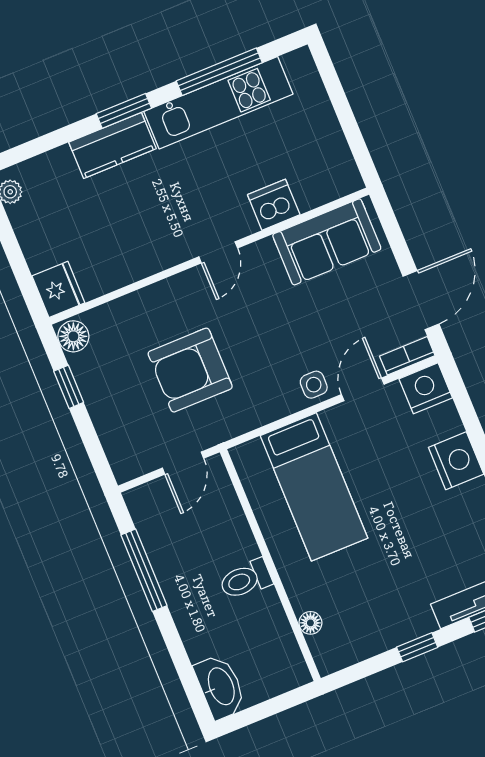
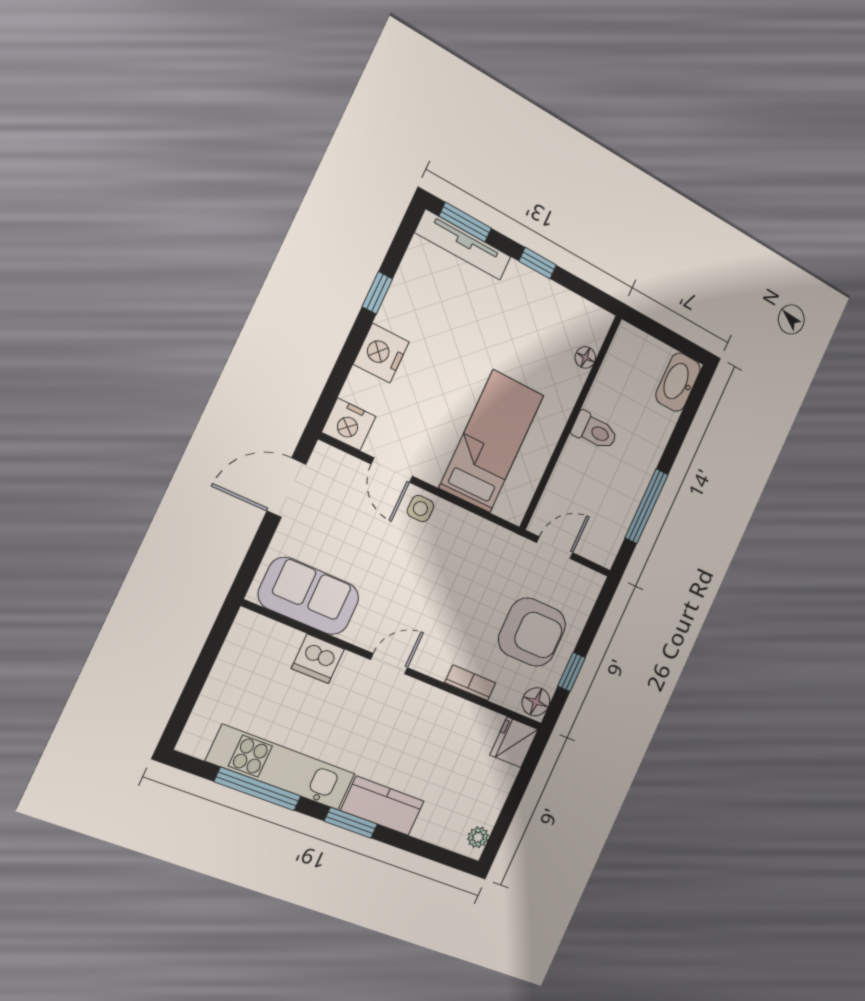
bookcase: (407, 356) -> (470, 683), moved, turned 180
armchair: (190, 370) -> (532, 632), moved
door: (363, 389) -> (392, 470), hinge flipped

